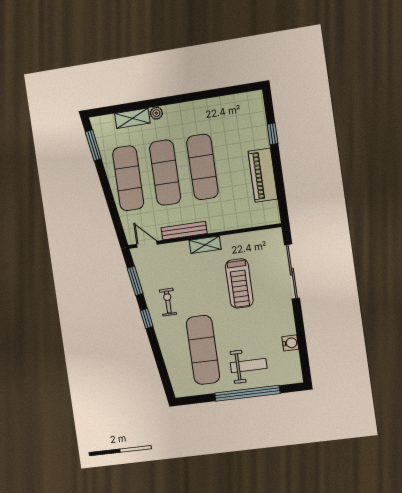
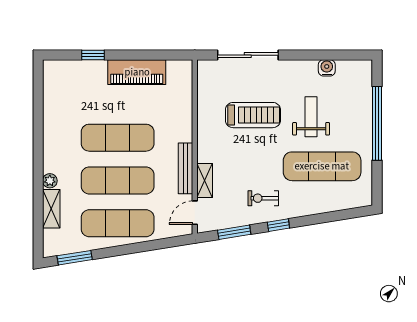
shelving: (205, 245) -> (205, 180), moved
weight bench: (249, 366) -> (311, 117), moved

